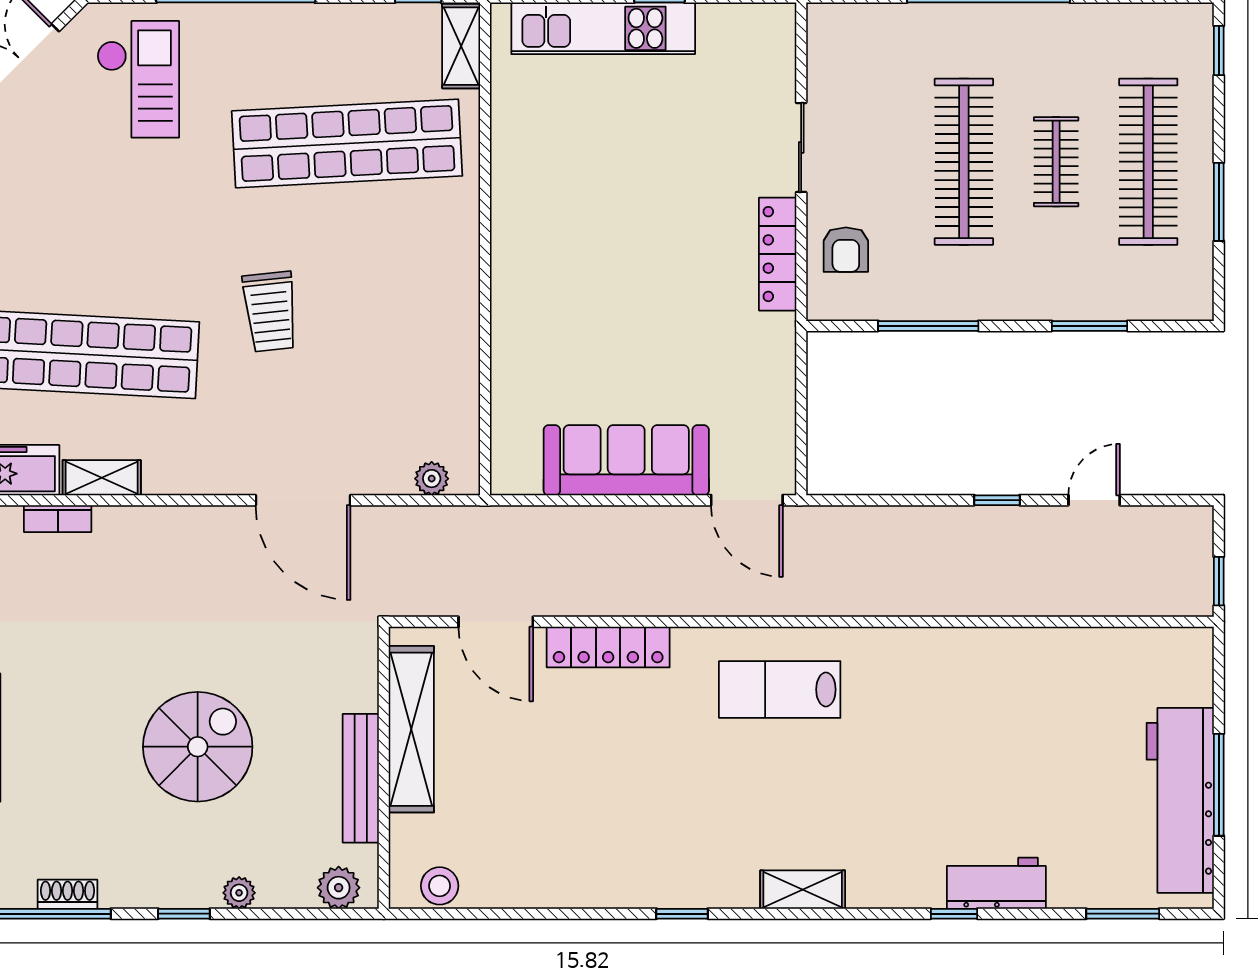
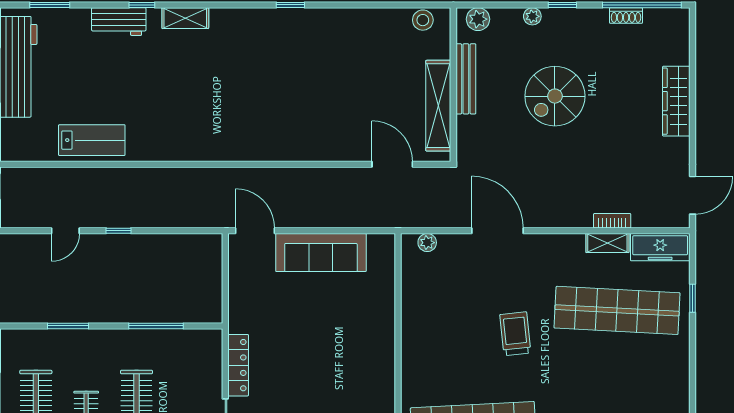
armchair: (846, 250) -> (201, 368), removed
bookcase: (58, 519) -> (612, 221), moved
locker: (608, 647) -> (331, 151), removed
lab bench: (780, 690) -> (92, 140), moved
shelving: (803, 890) -> (185, 18), moved

